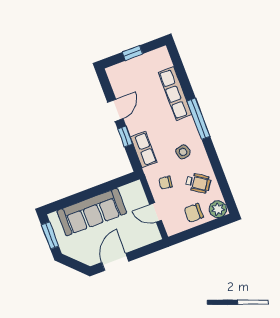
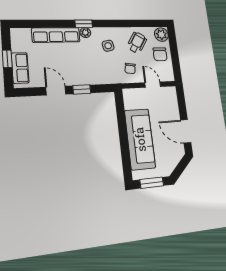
window: (199, 119) -> (84, 24), width x0.46
plant: (189, 123) -> (85, 33), added
row of seats: (144, 150) -> (20, 68), moved, turned 90
door: (156, 212) -> (153, 85), swing flipped

